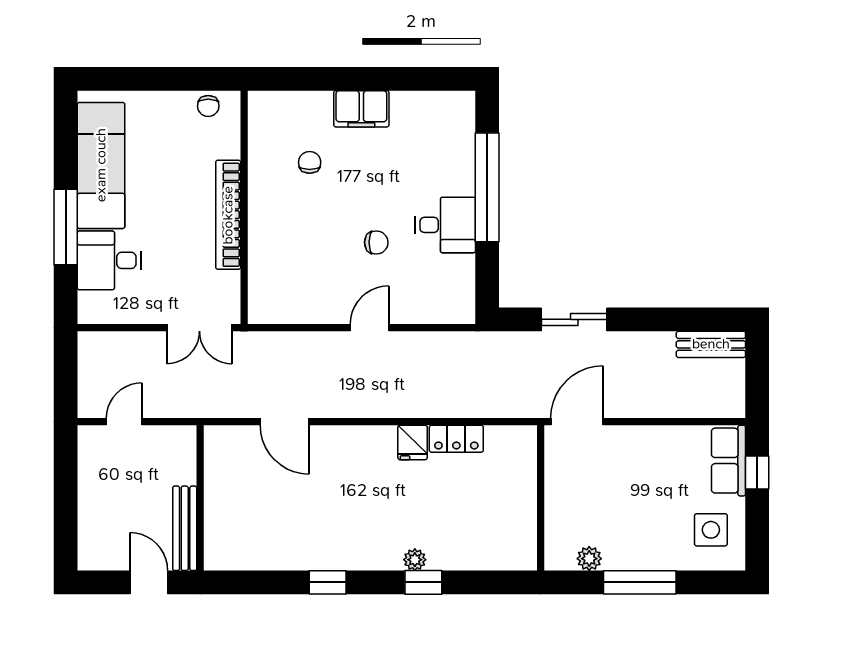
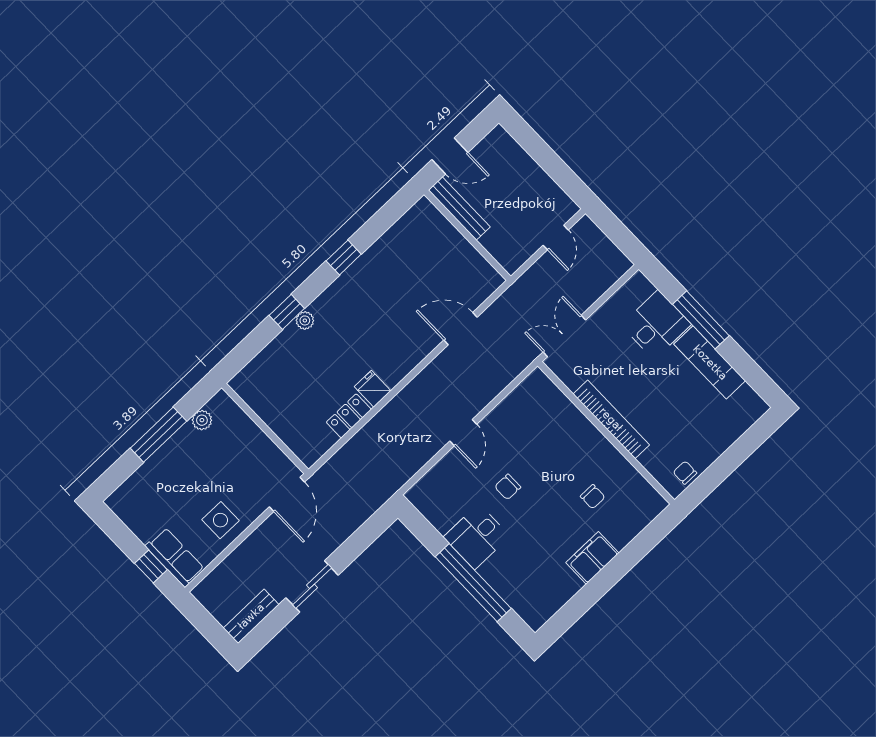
exam couch: (101, 165) -> (710, 362), width x0.73, depth x0.69
sliding door: (574, 319) -> (312, 586), moved
side table: (711, 530) -> (220, 520), moved

